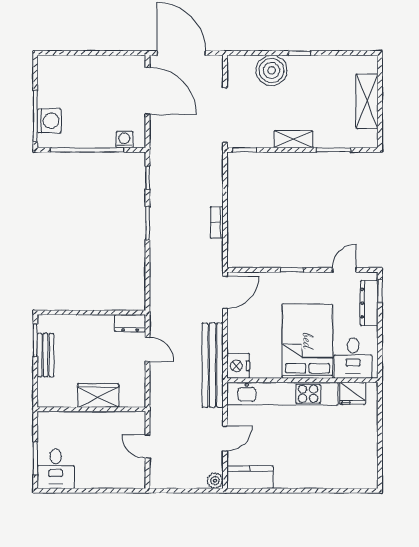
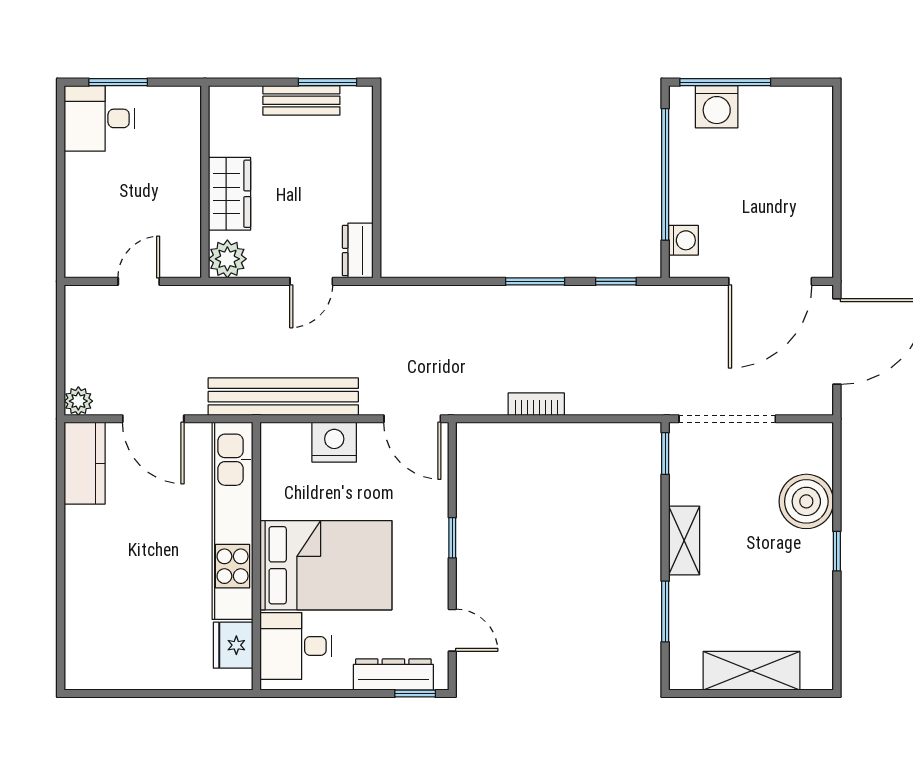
nightstand: (238, 366) -> (334, 442), moved
plant: (135, 397) -> (227, 259), added
door: (225, 438) -> (153, 419), width x1.37

